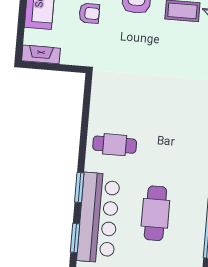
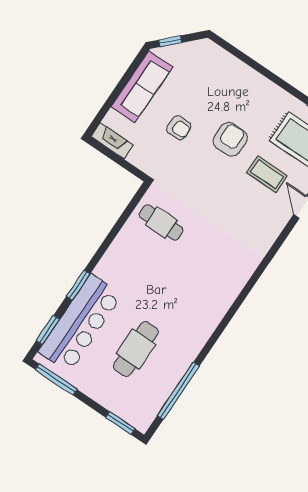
cafe table: (115, 145) -> (161, 222), moved

